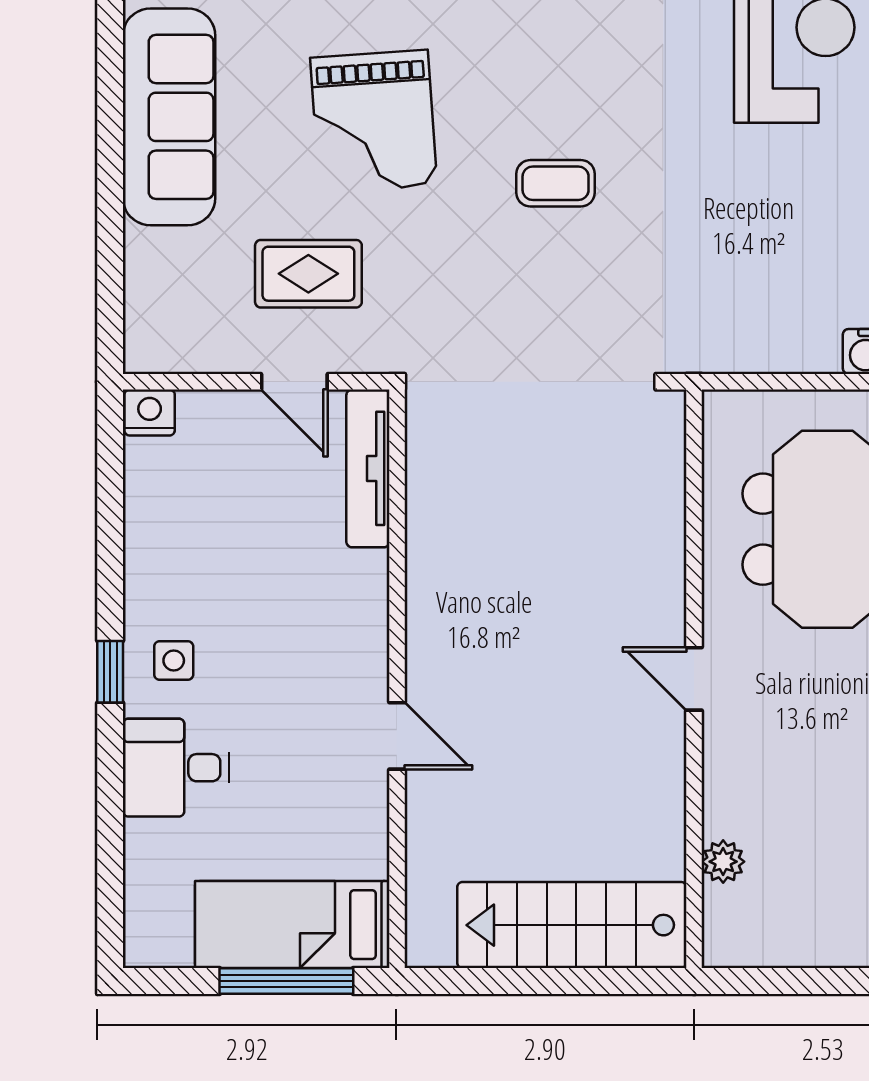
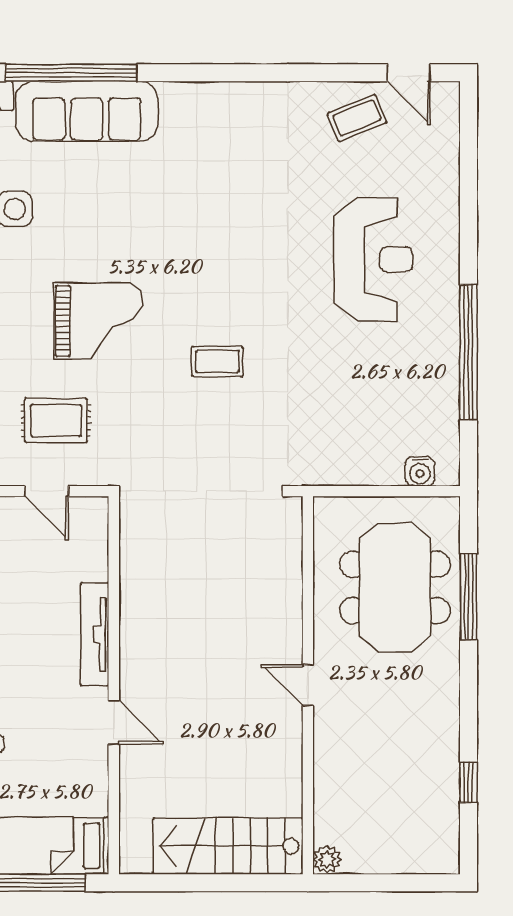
grand piano: (374, 121) -> (98, 321), turned -86
tv unit: (368, 468) -> (95, 634), moved
plant: (723, 862) -> (327, 859), moved

